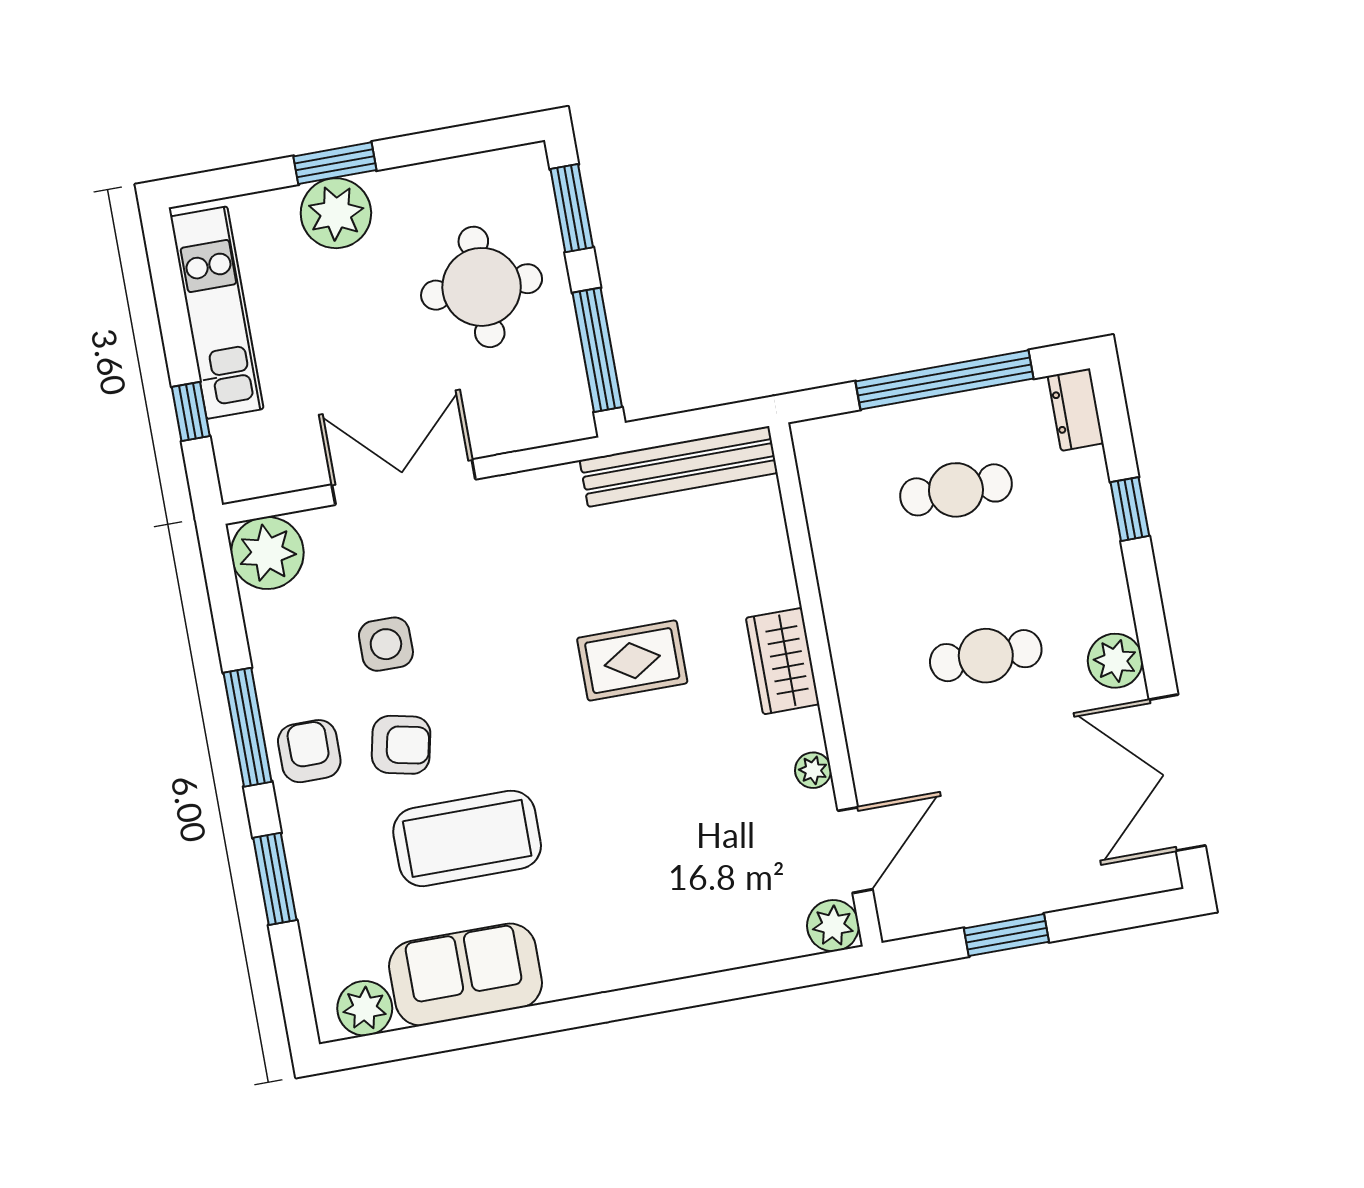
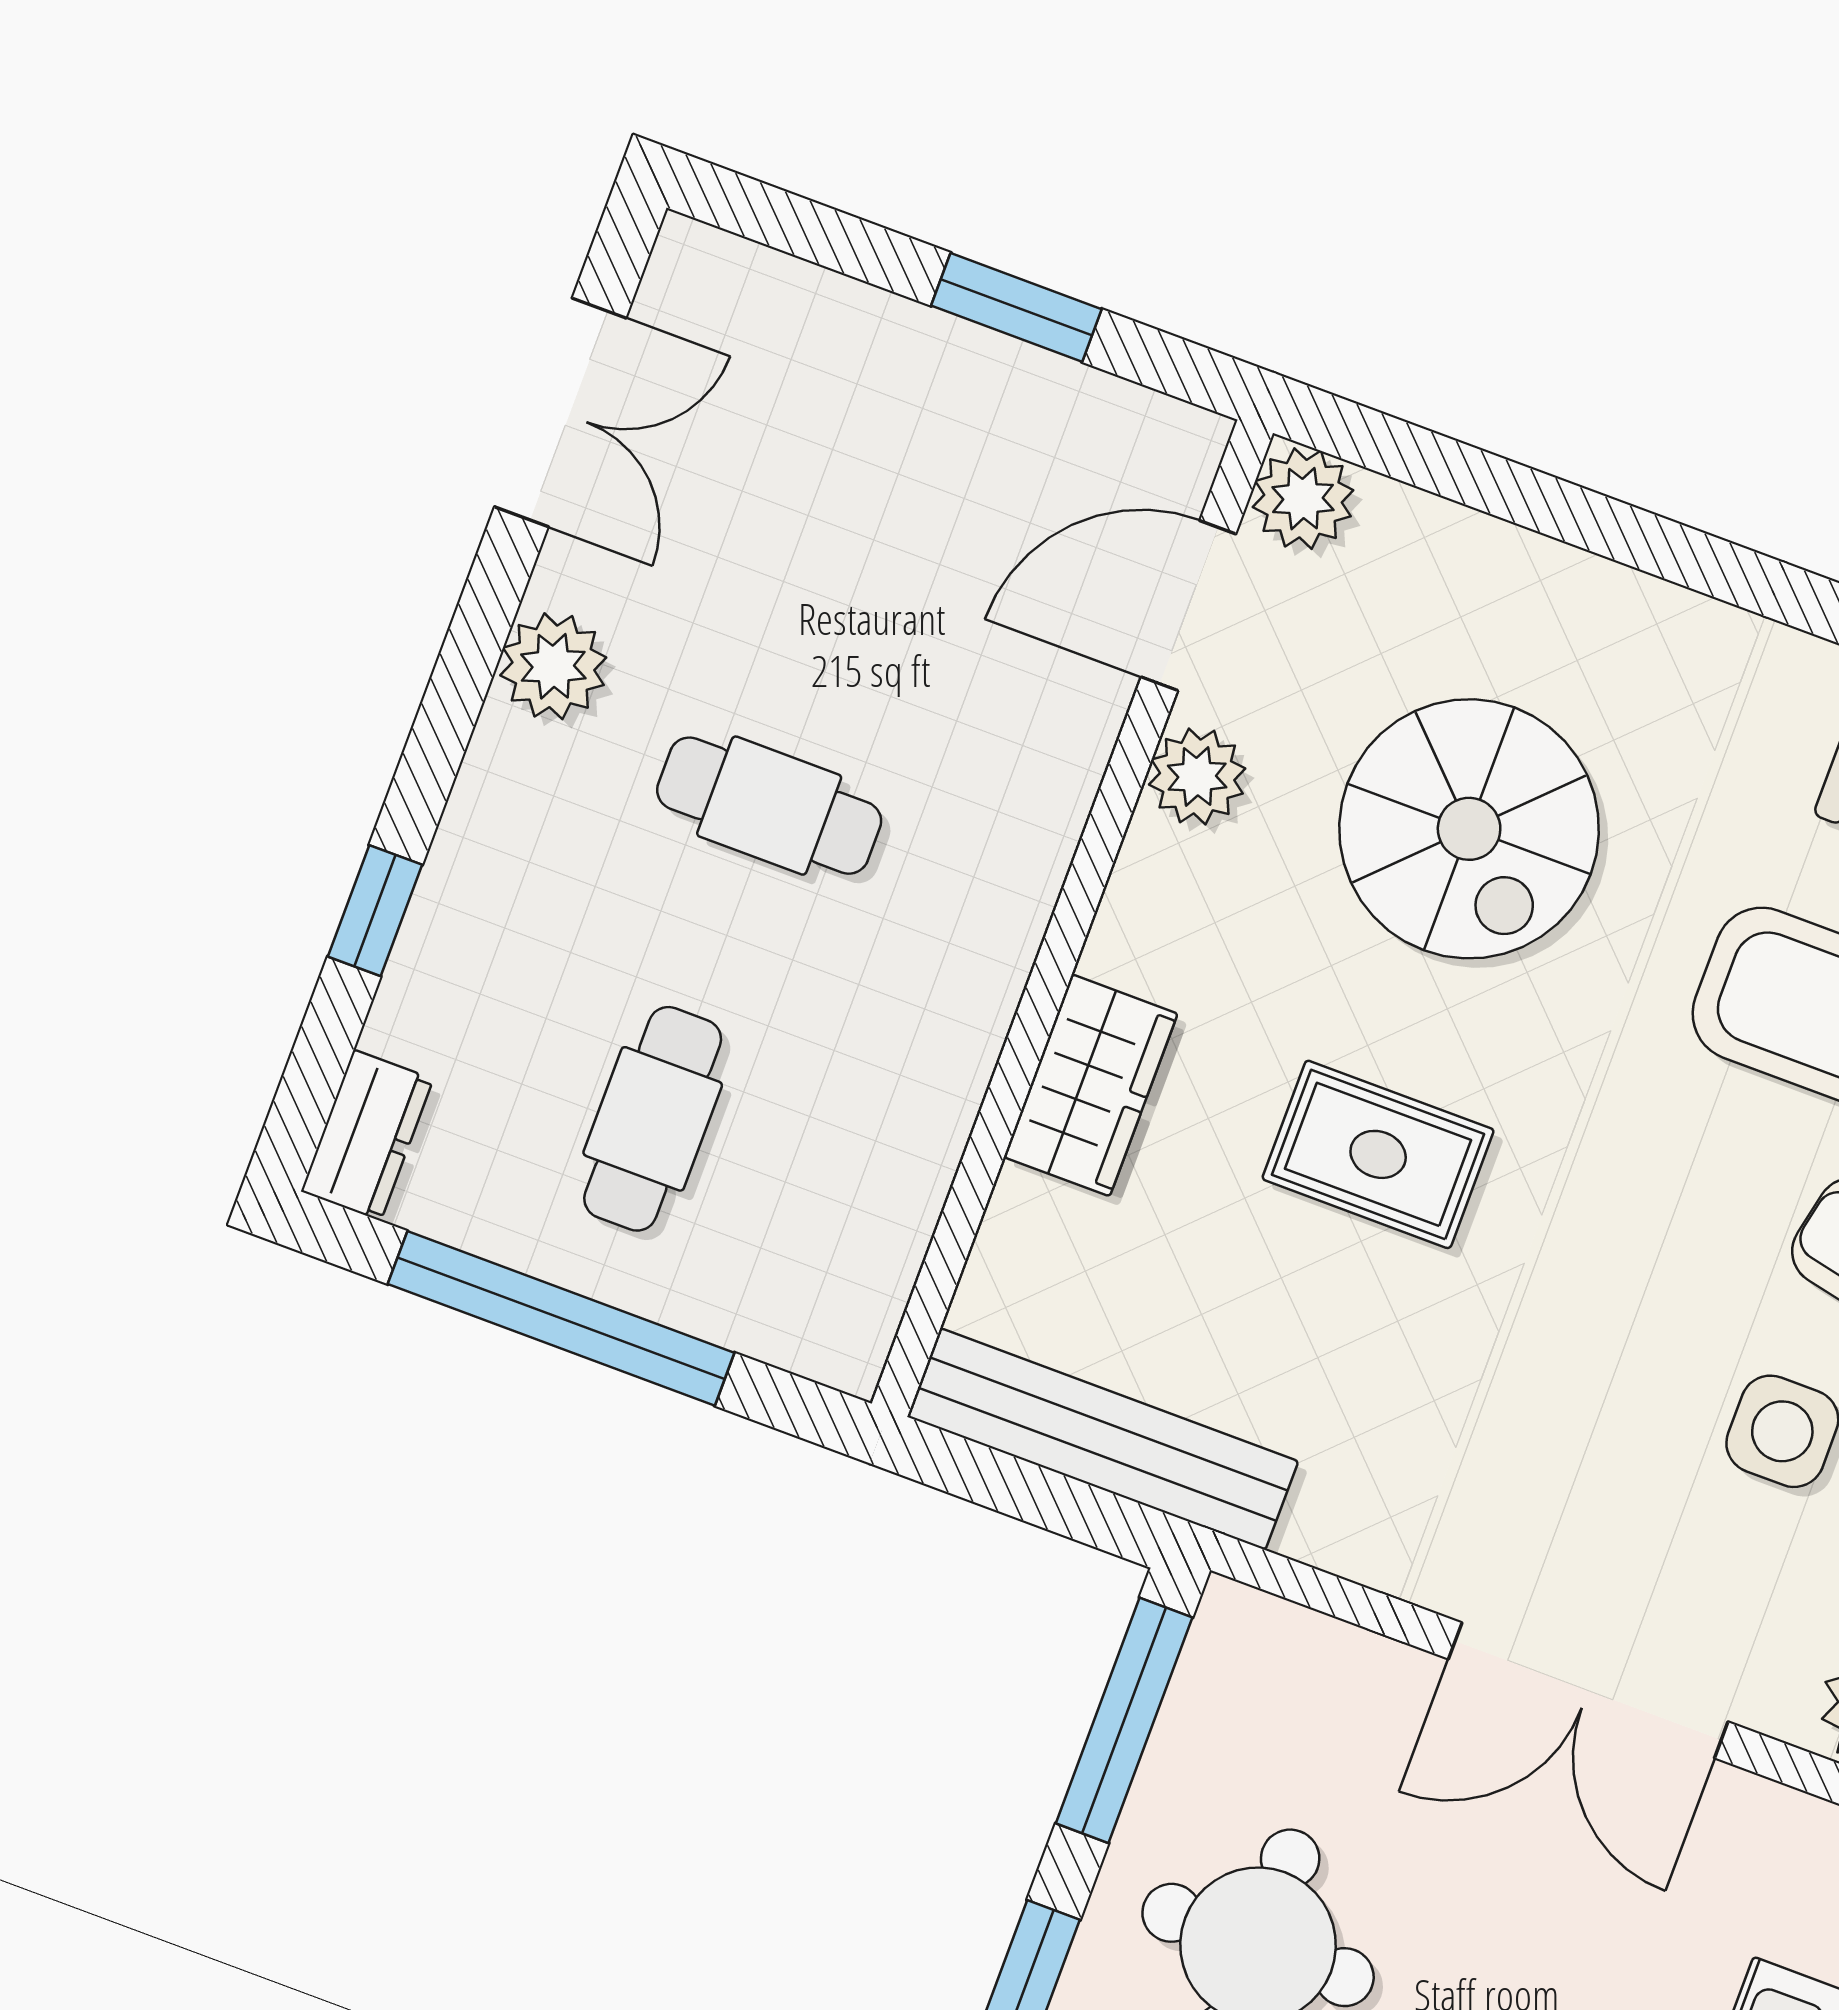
cafe table: (956, 490) -> (653, 1119), turned 90
wardrobe: (783, 661) -> (1091, 1085), moved
plant: (813, 770) -> (1197, 777), width x1.38, depth x1.38
double door: (1177, 773) -> (560, 412), width x0.73
spiral stairs: (676, 825) -> (1469, 829), added

